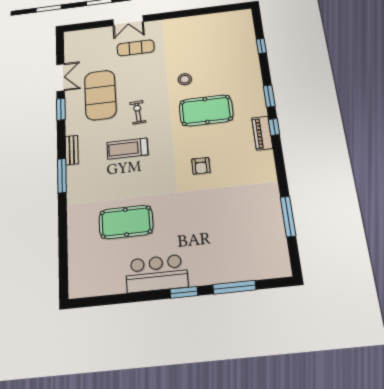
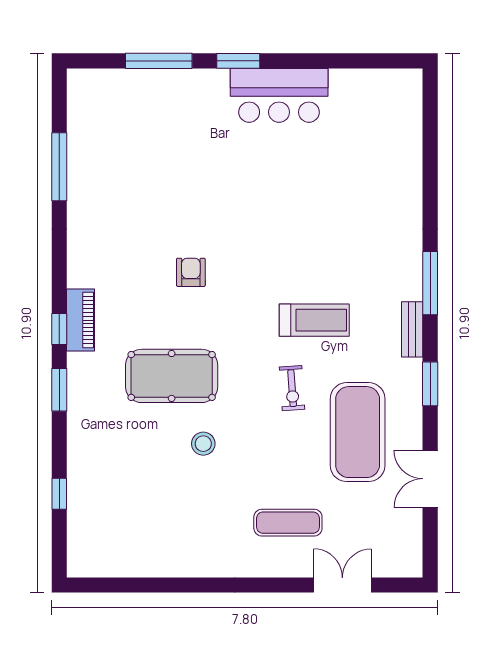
double door: (128, 21) -> (342, 585), moved
window: (61, 109) -> (430, 384), moved
pool table: (126, 222) -> (324, 187), removed

